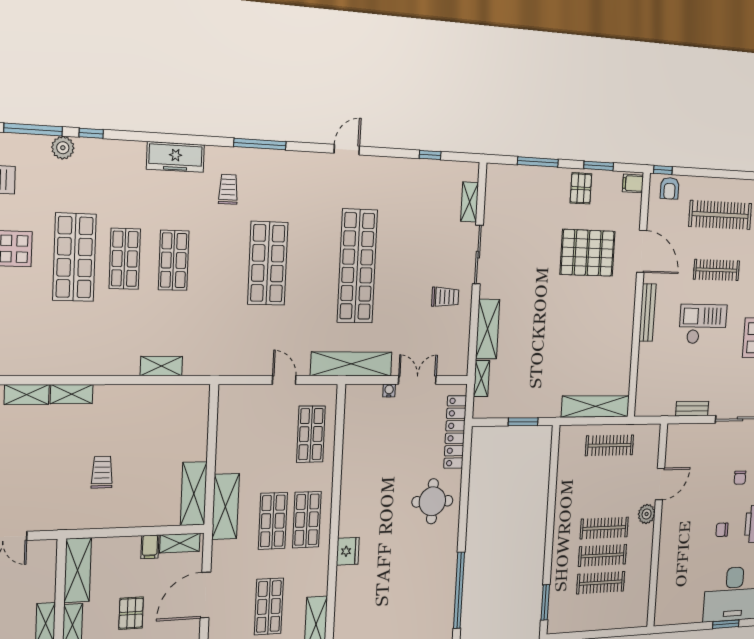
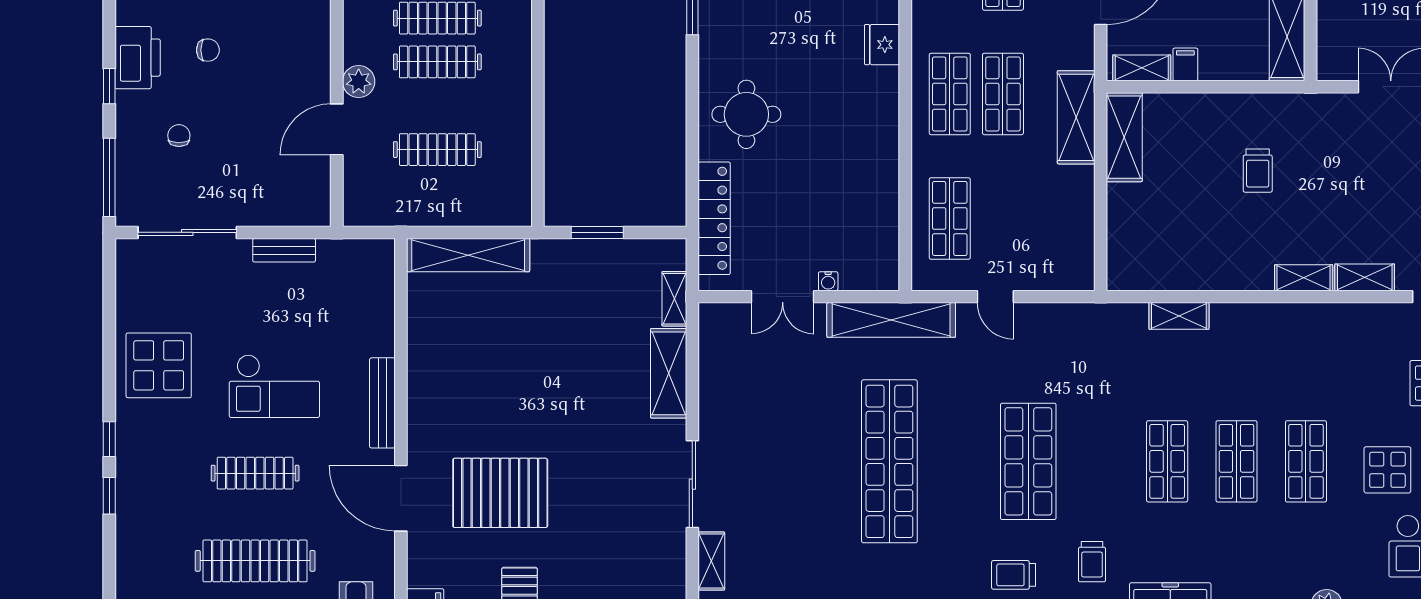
shop shelf: (75, 257) -> (1306, 461), width x0.70, depth x0.74
trolley: (445, 297) -> (1013, 575), moved
clothes rail: (610, 445) -> (437, 150), moved

